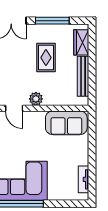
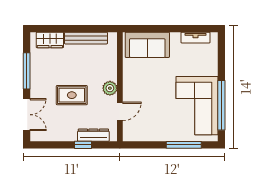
rug: (46, 58) -> (72, 95), moved
sofa: (66, 123) -> (147, 45), moved, turned 90

